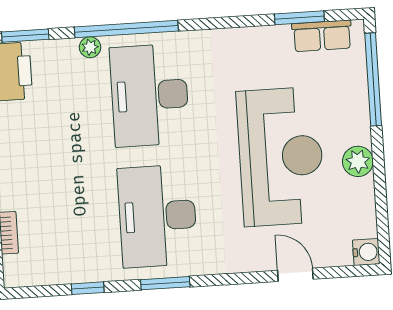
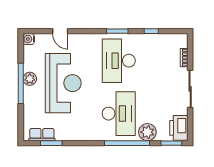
plant: (90, 47) -> (147, 132), width x1.87, depth x1.87
window: (373, 79) -> (21, 83), moved
reception desk: (281, 157) -> (63, 83), turned 180
desk: (157, 216) -> (119, 61), turned 180

